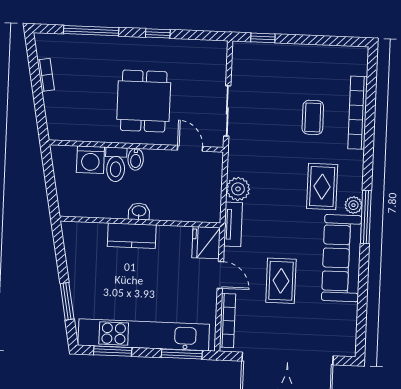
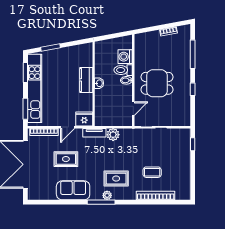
sofa: (342, 258) -> (73, 190), width x0.73

